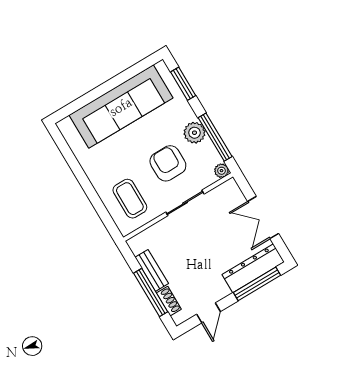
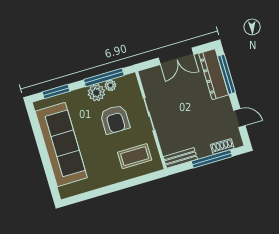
armchair: (168, 163) -> (115, 119), turned -90
plant: (222, 171) -> (110, 85), moved
bench: (152, 270) -> (180, 158), moved

